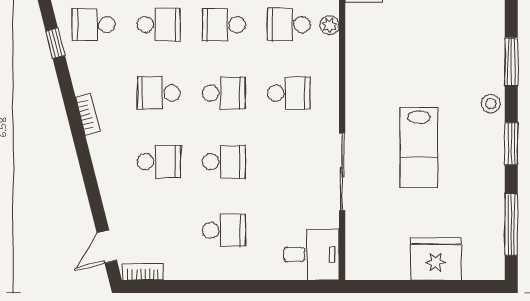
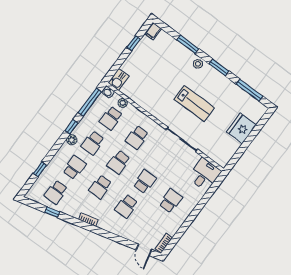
school desk: (224, 93) -> (119, 162), turned 180
school desk: (289, 93) -> (137, 138), turned 180
school desk: (159, 162) -> (126, 206), turned 180

